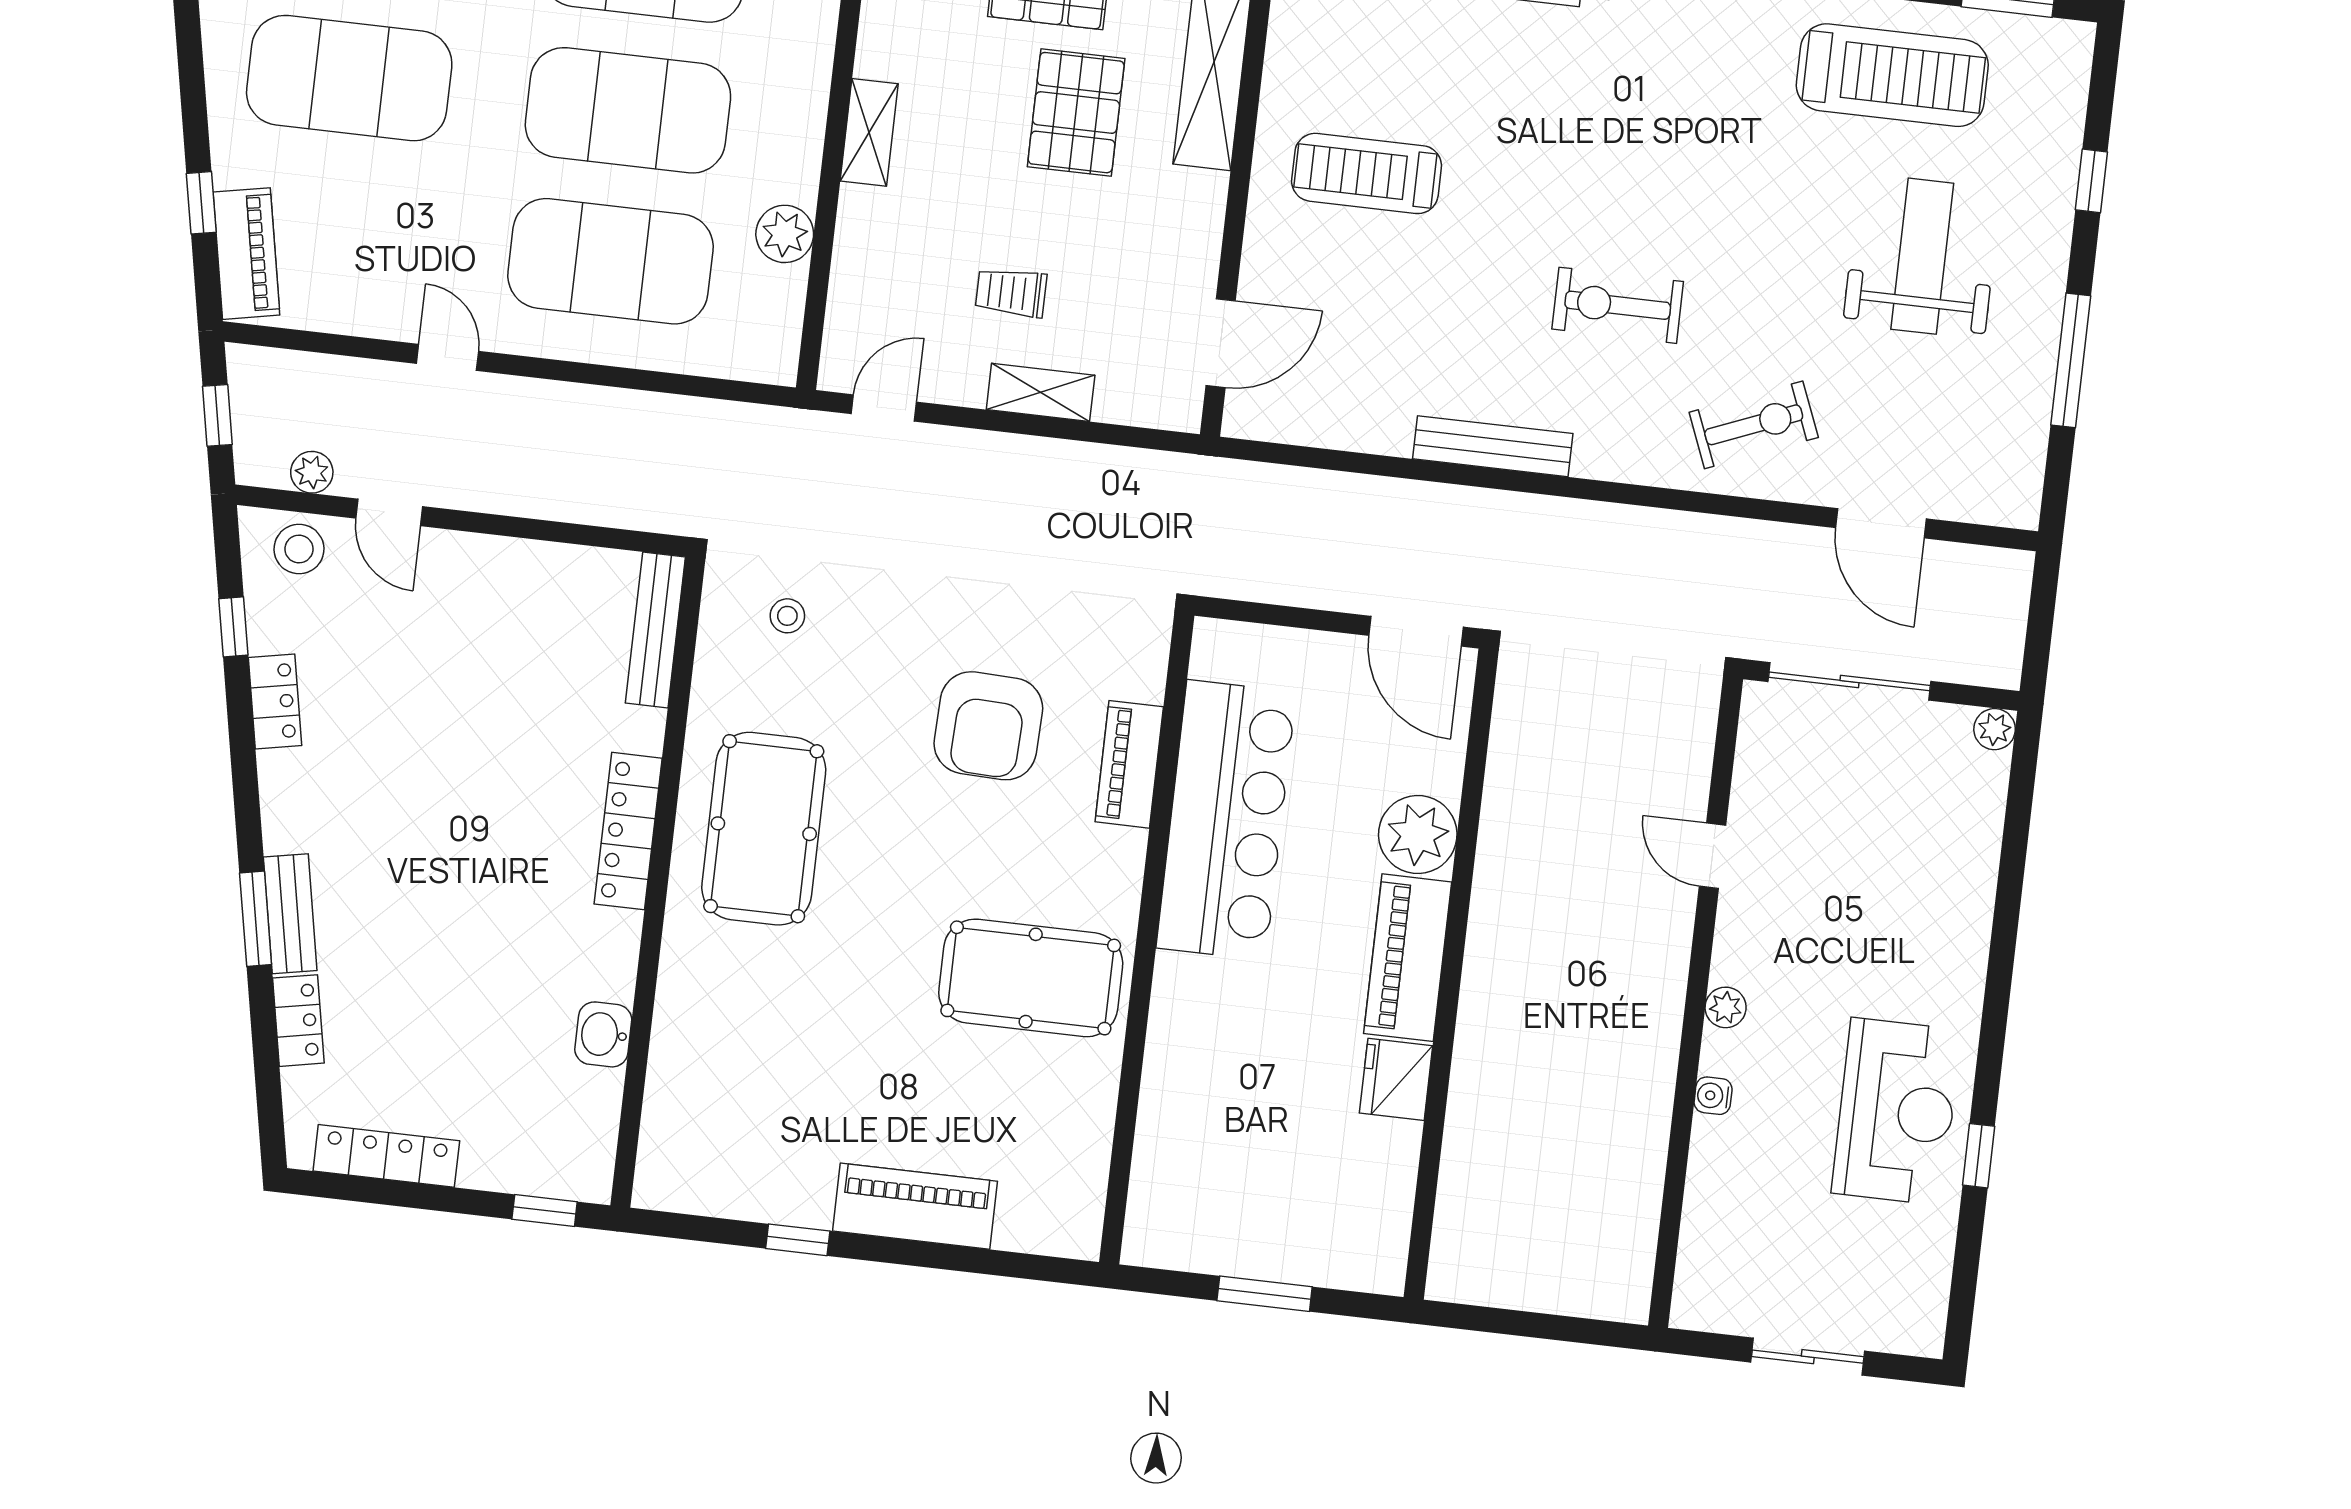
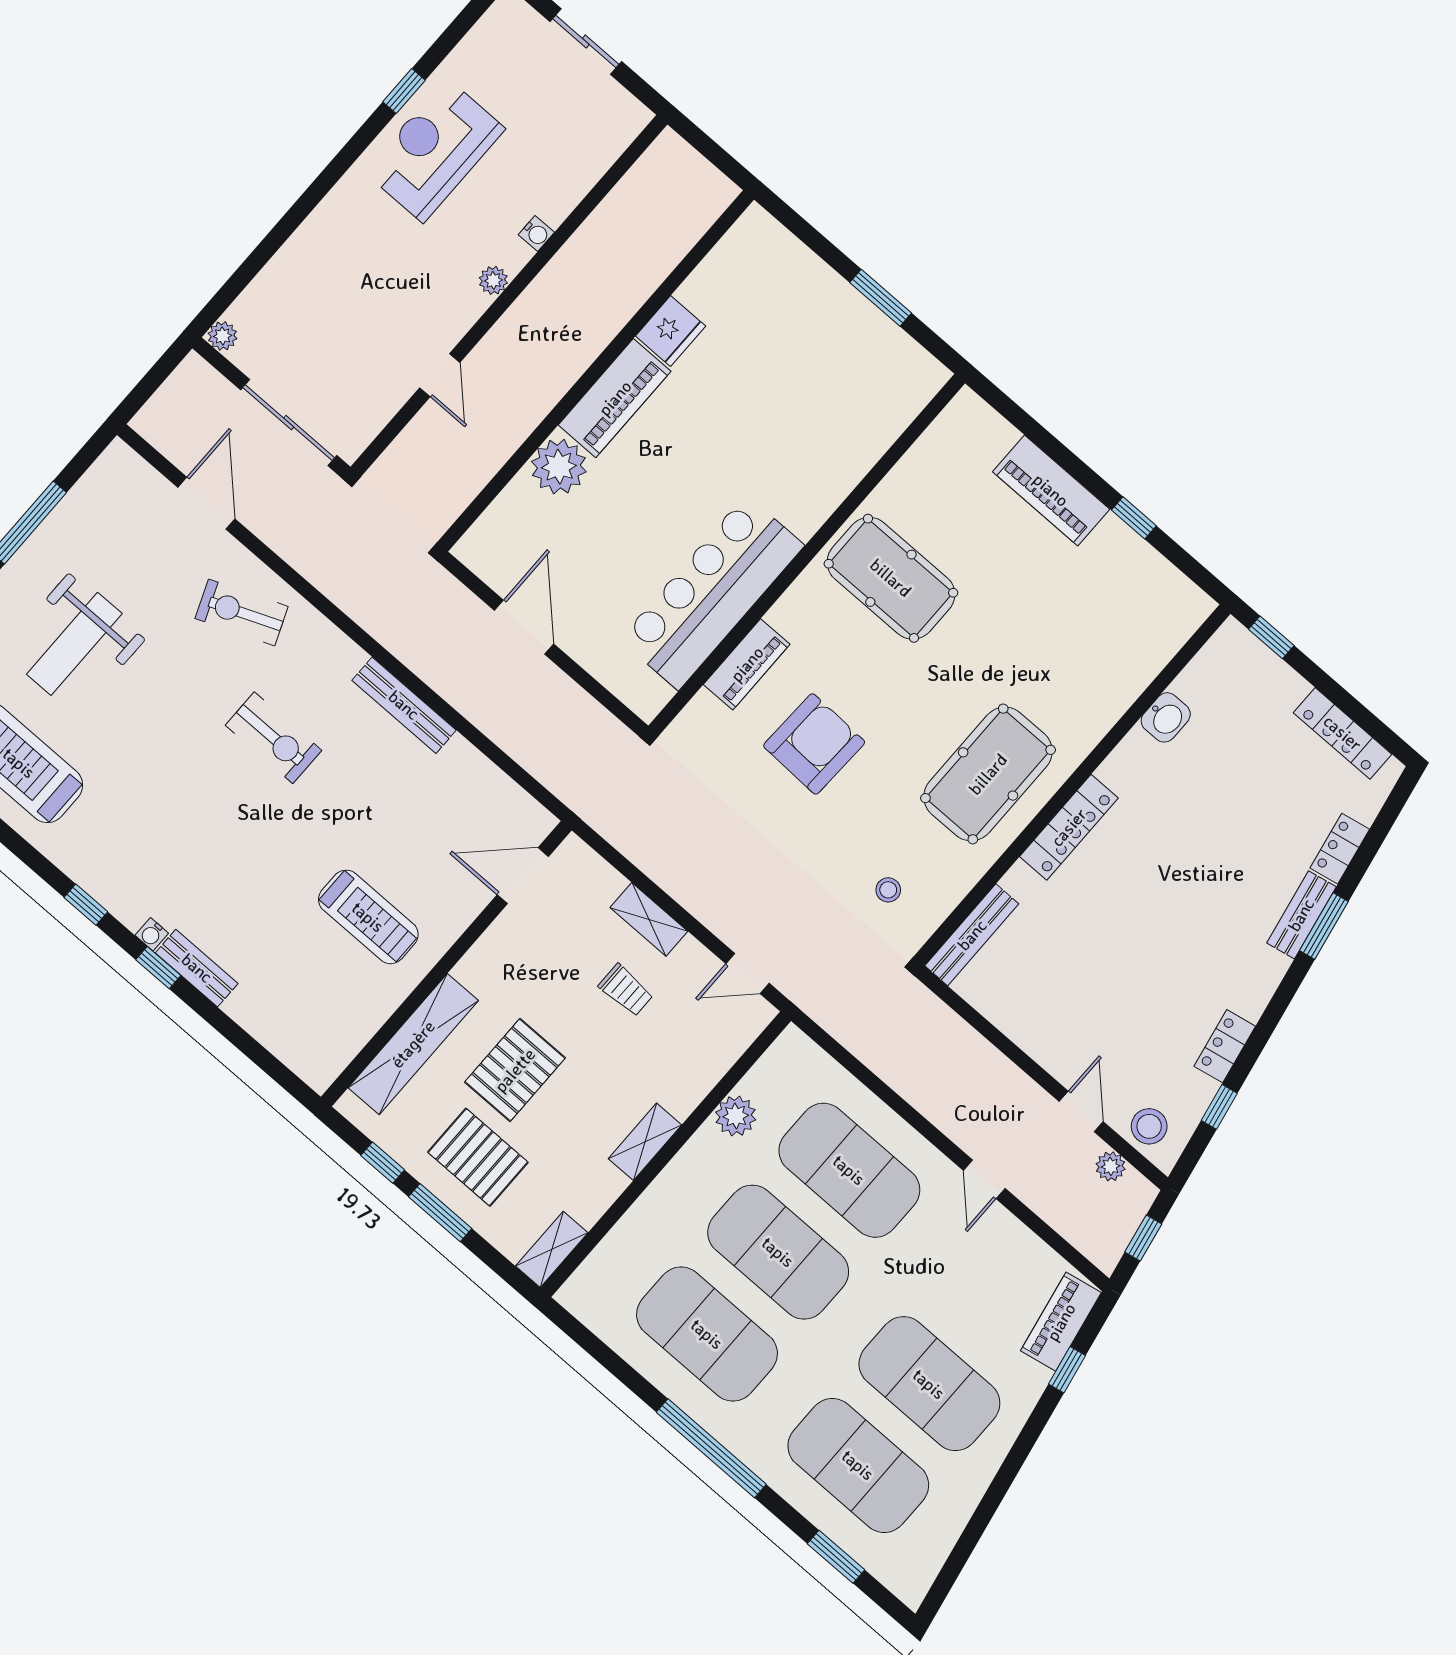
plant: (1418, 834) -> (559, 467), moved
piano: (1408, 958) -> (615, 398), moved
wall: (1451, 974) -> (596, 371), moved
fridge: (1396, 1079) -> (671, 331), moved

